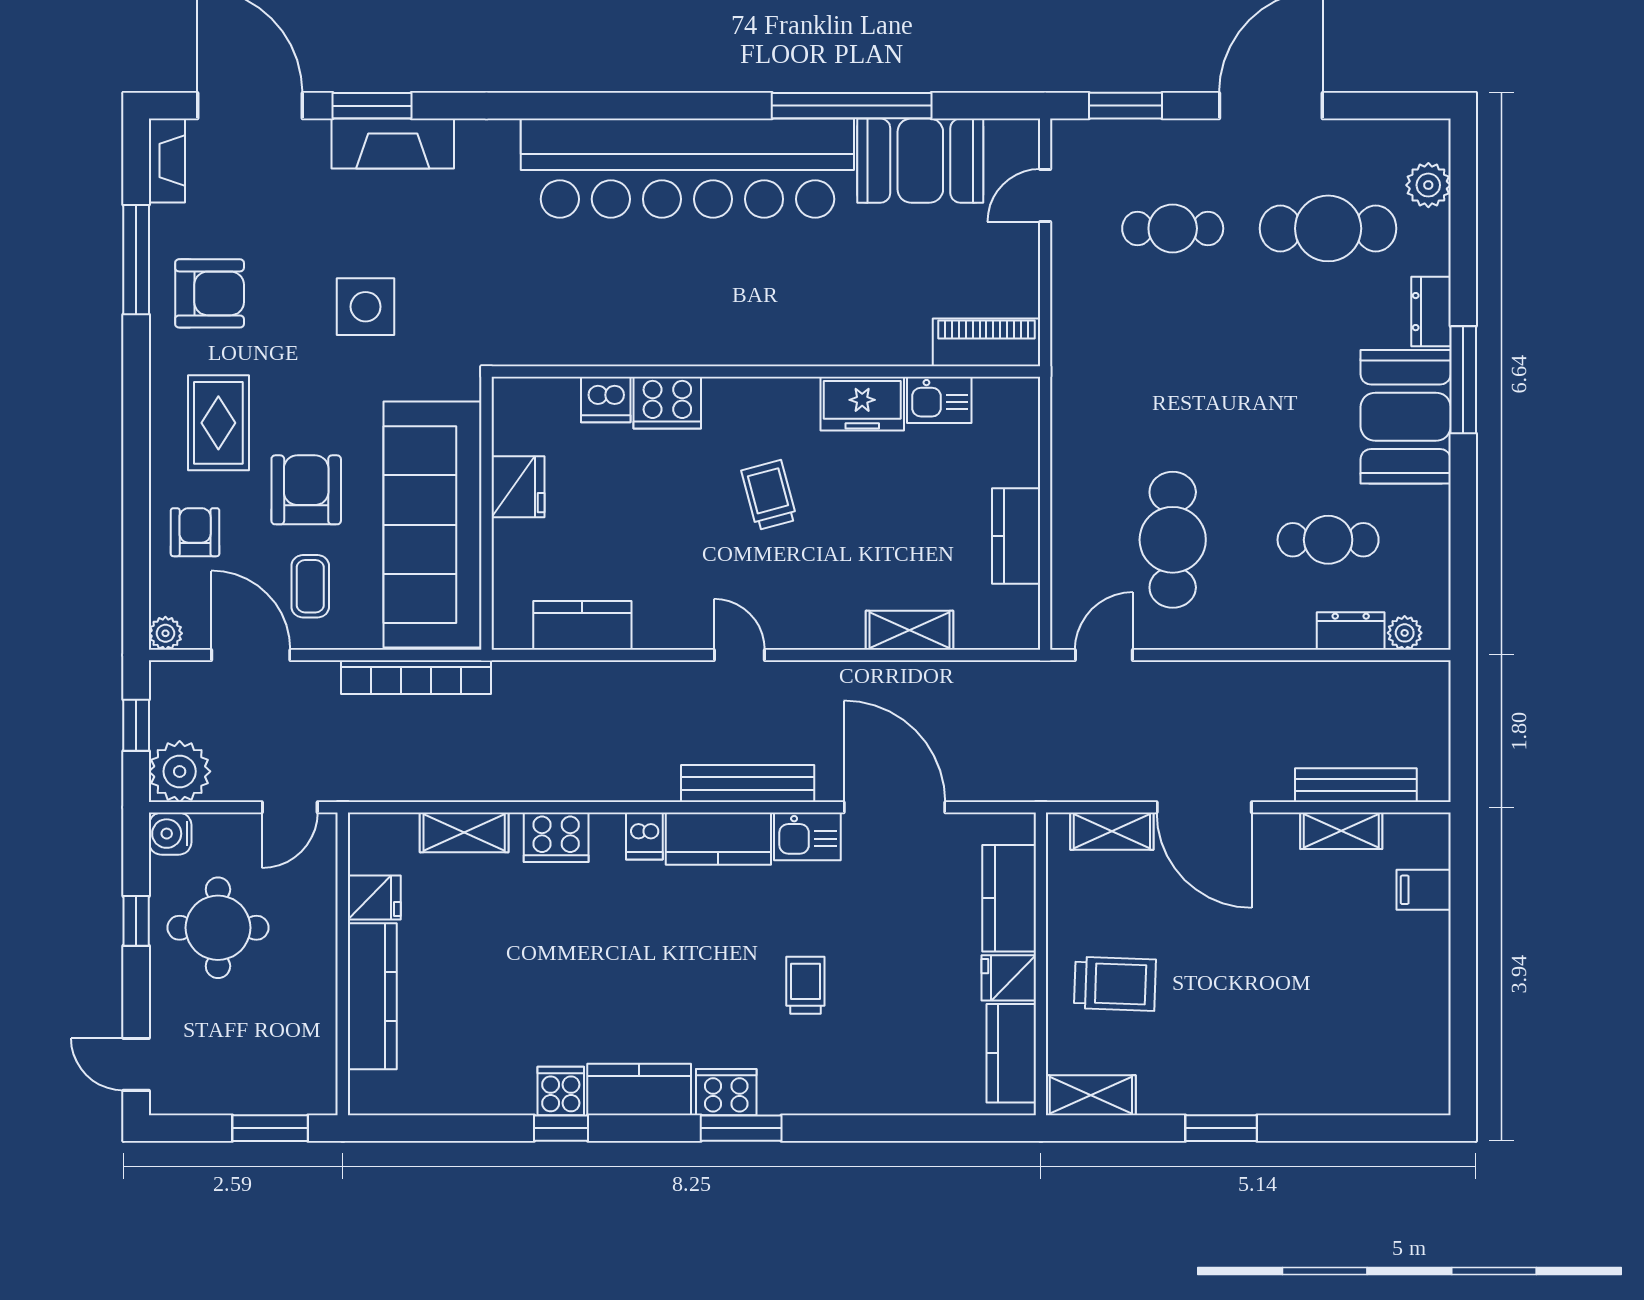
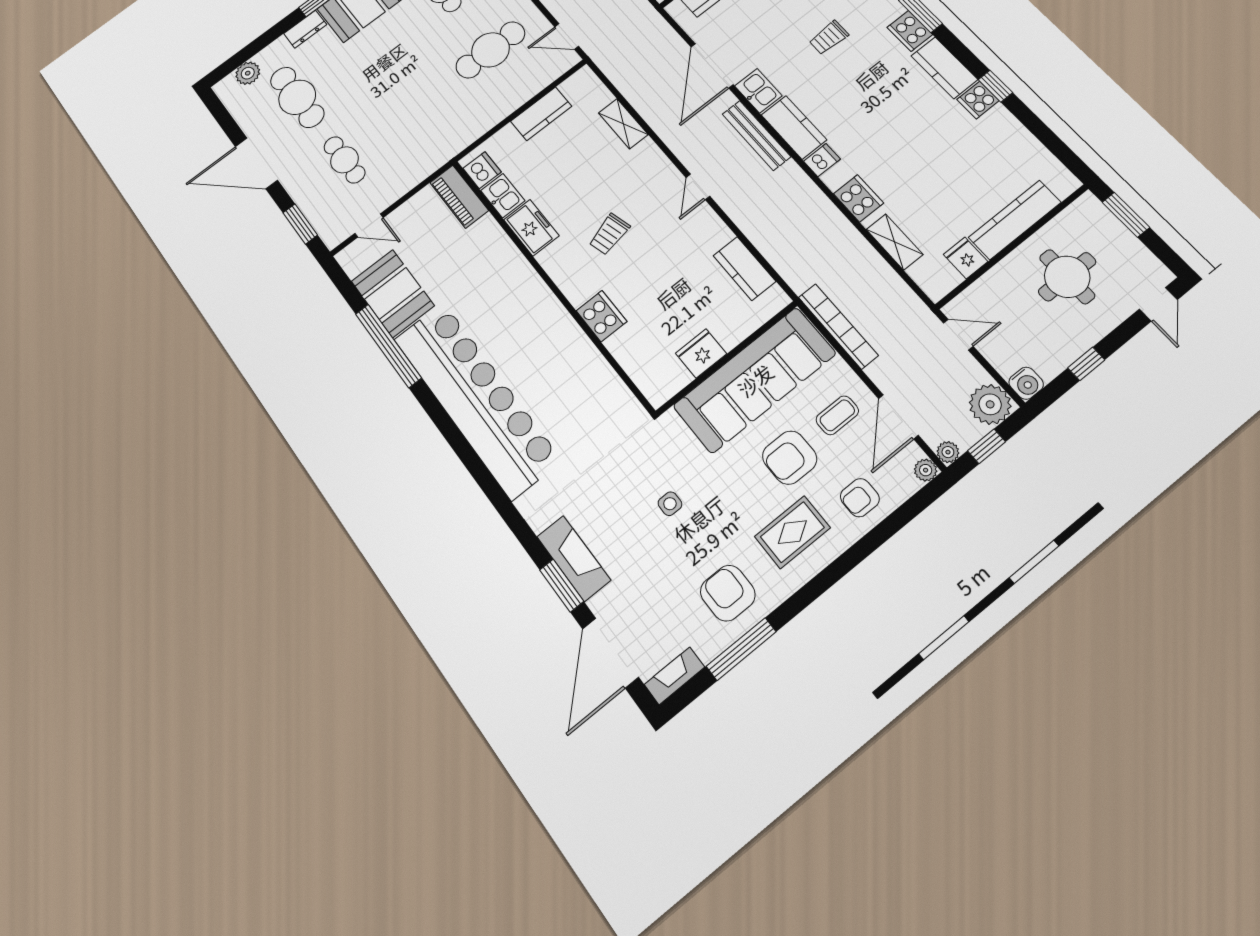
side table: (366, 307) -> (670, 504), width x0.54, depth x0.54
dishwasher: (606, 399) -> (482, 170), moved
plant: (165, 676) -> (948, 452), added
round table: (218, 928) -> (1067, 277), moved

